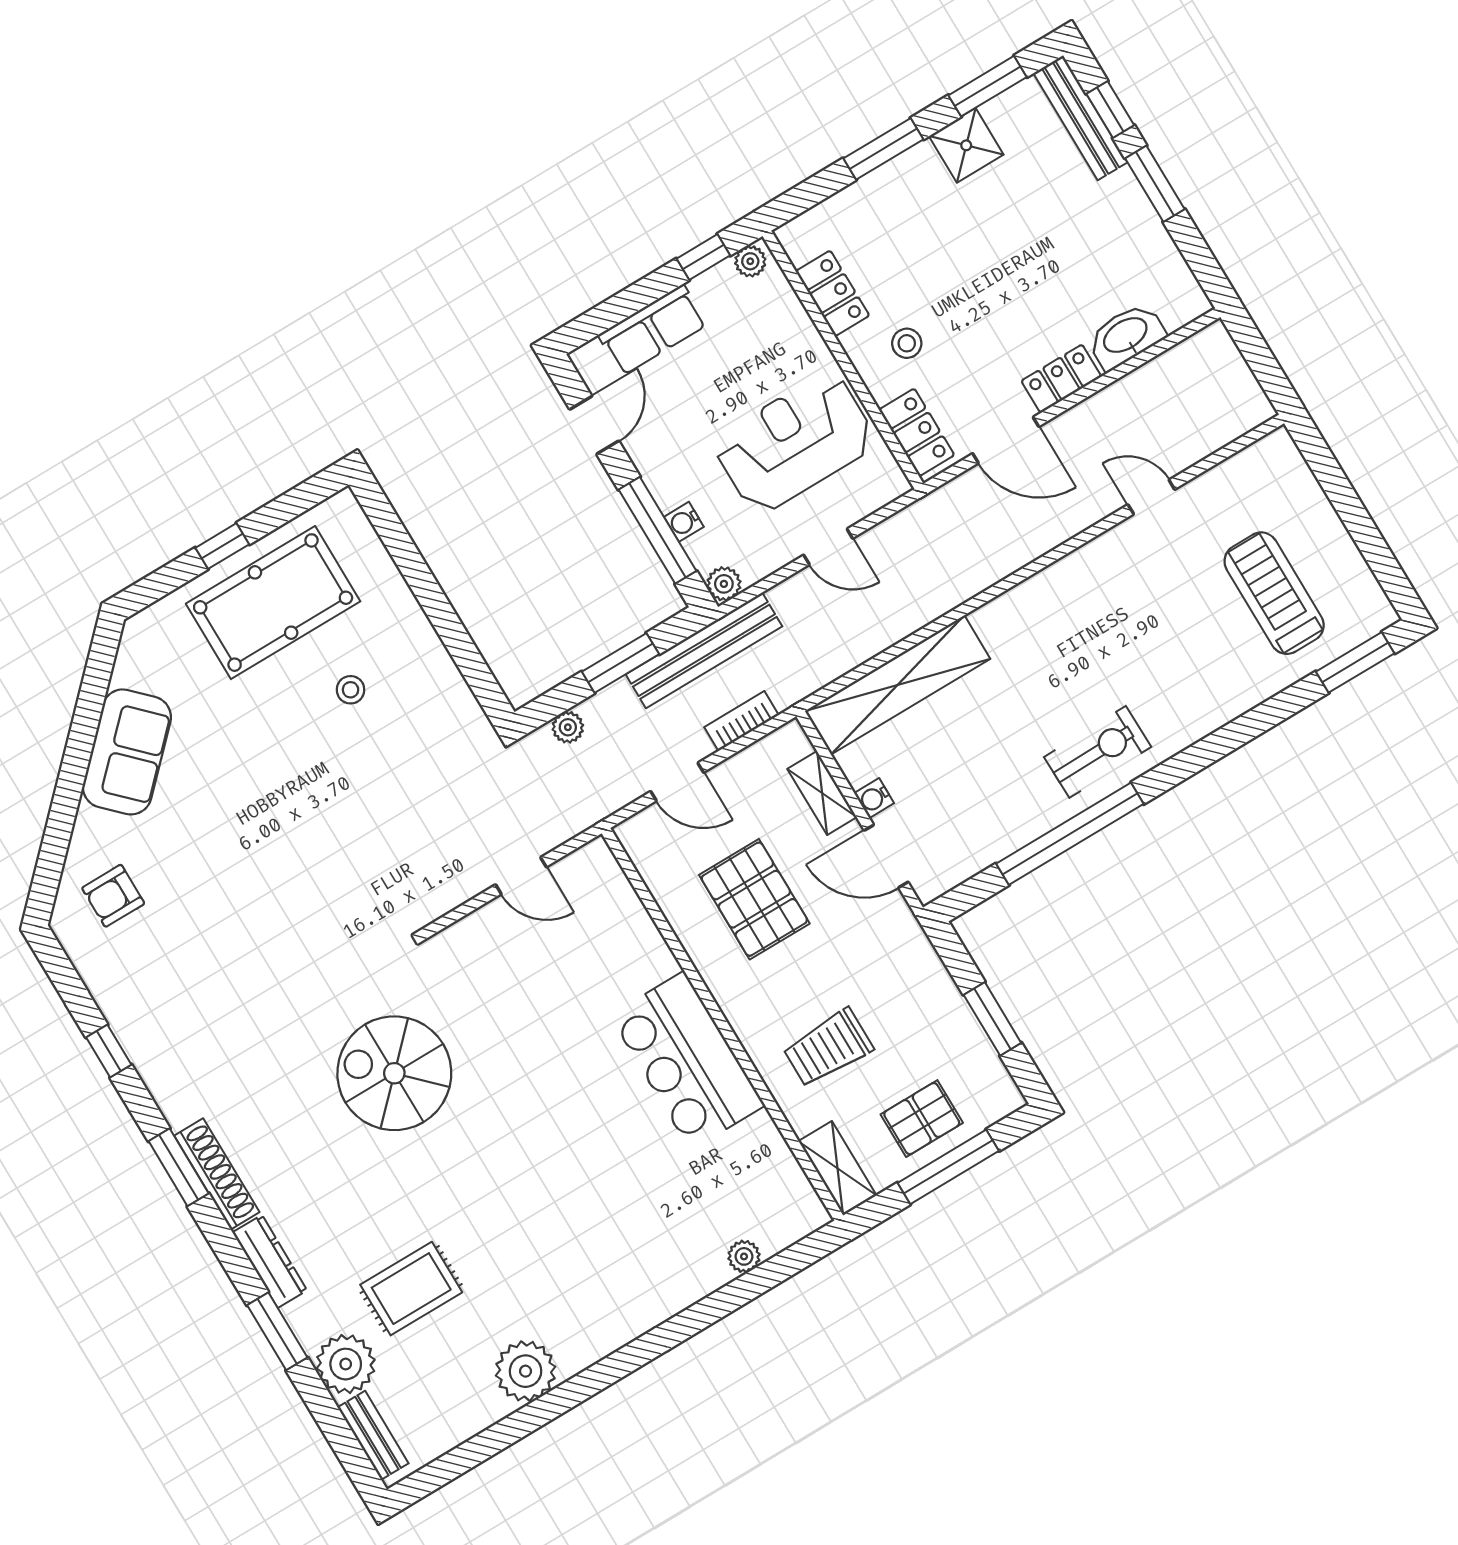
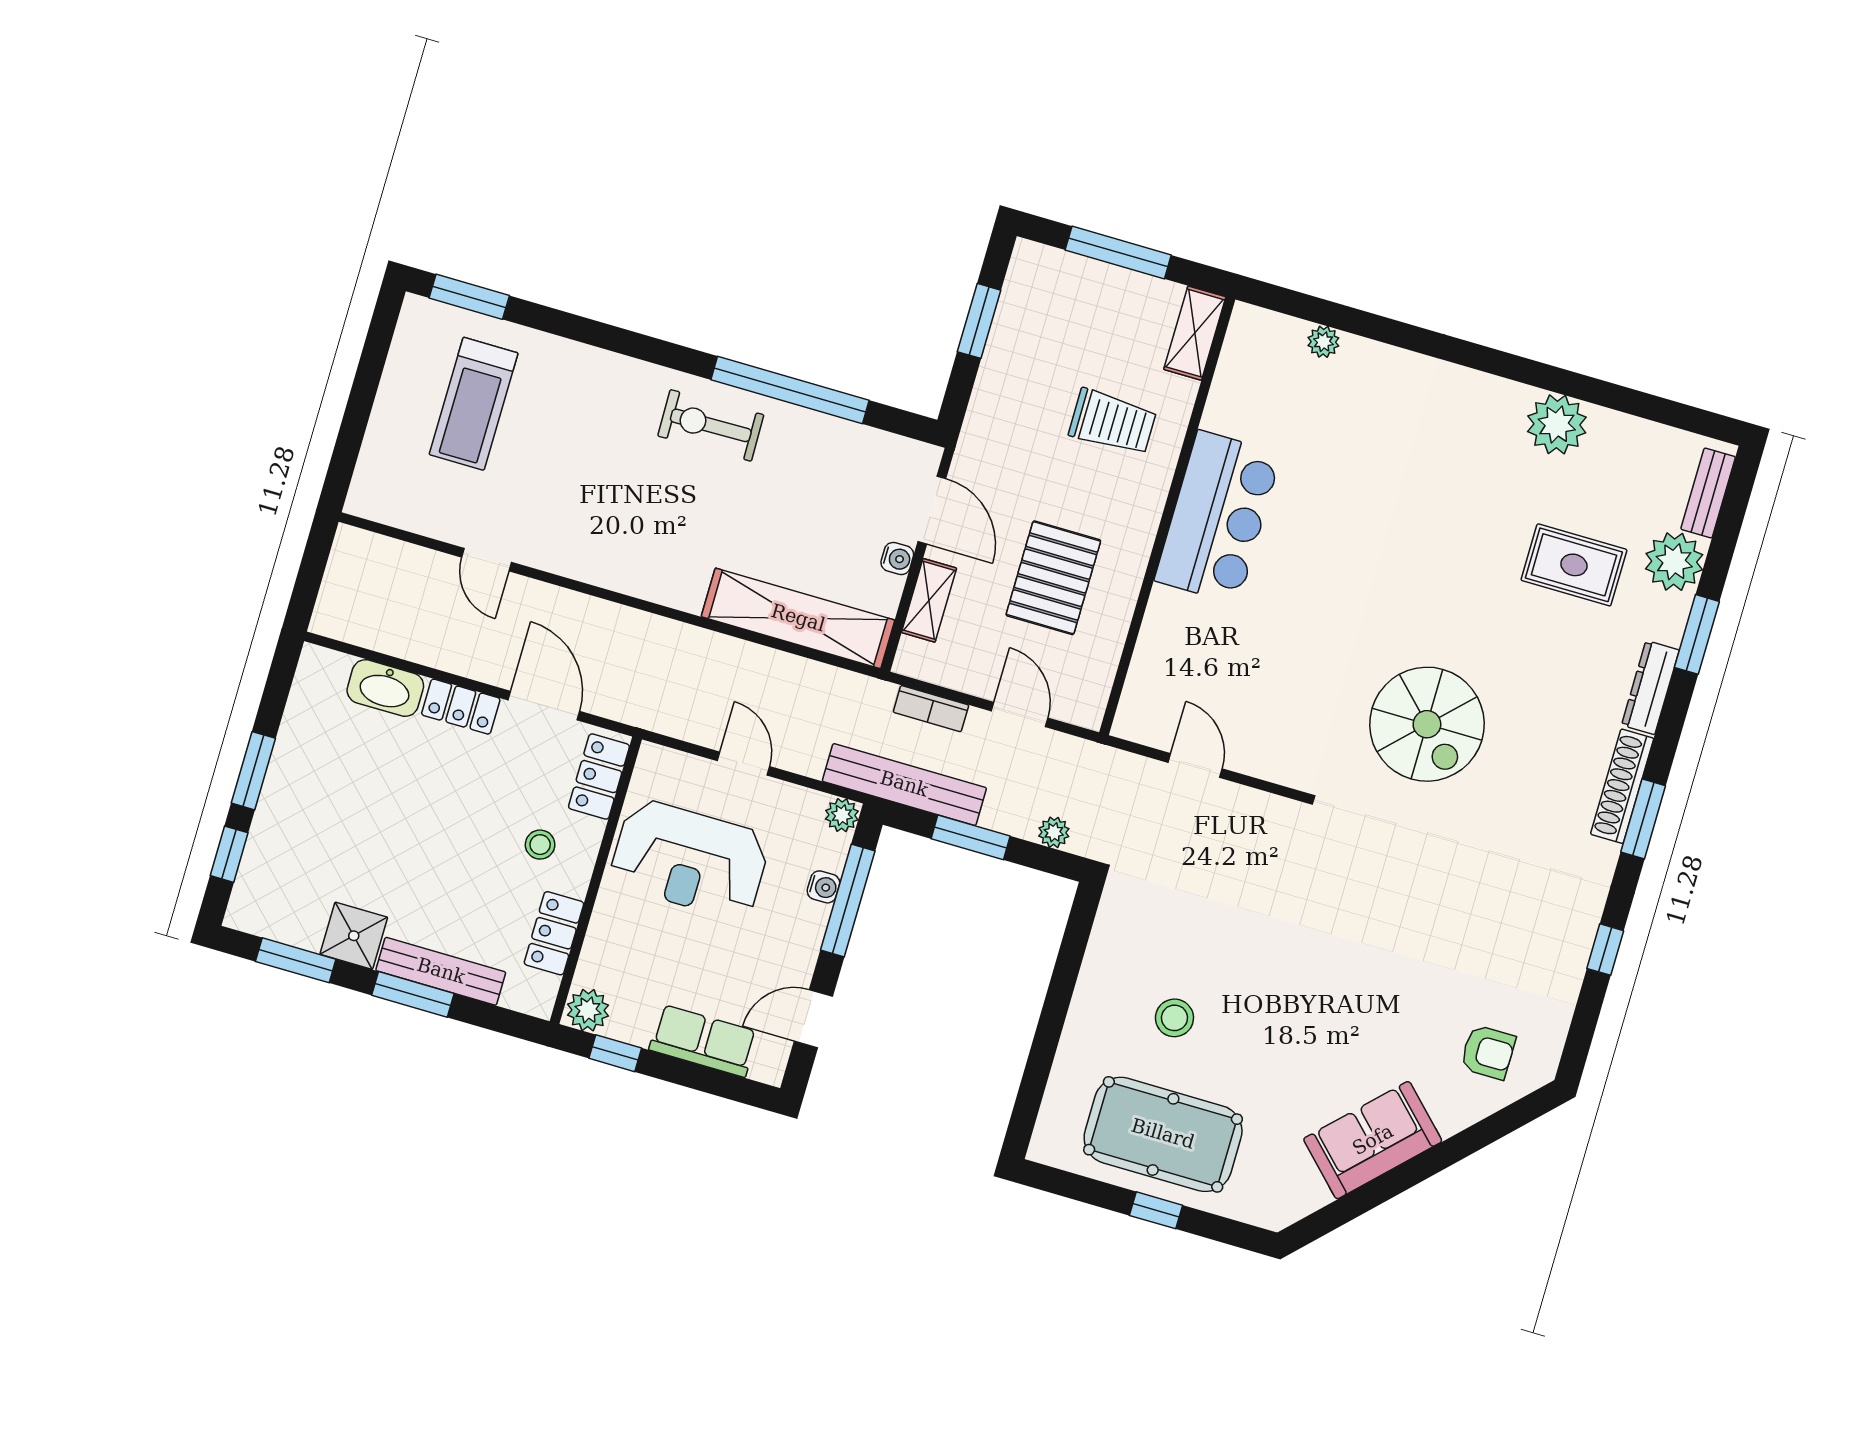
bench: (1080, 118) -> (441, 971), moved, turned 90
plant: (750, 261) -> (588, 1010), width x1.38, depth x1.38
stool: (351, 690) -> (1174, 1018), width x1.37, depth x1.37
pallet: (922, 1119) -> (1101, 305), removed

